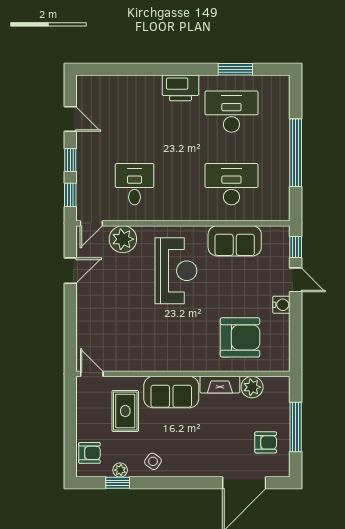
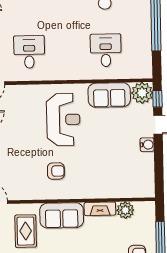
desk: (231, 184) -> (106, 50), width x0.73
plant: (123, 239) -> (142, 93), moved
armchair: (240, 337) -> (56, 171), moved, width x0.53, depth x0.53

